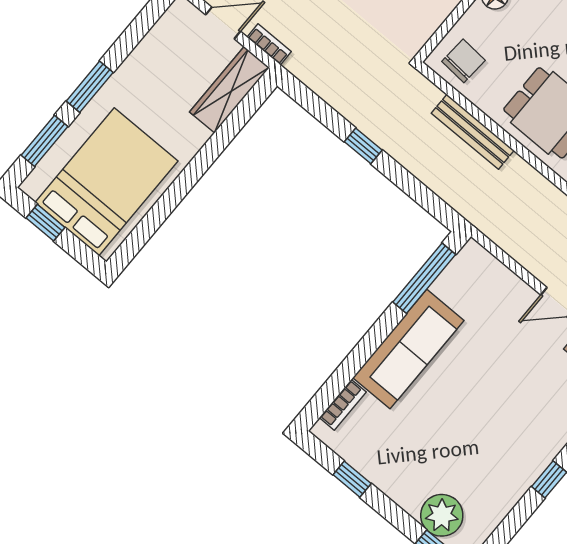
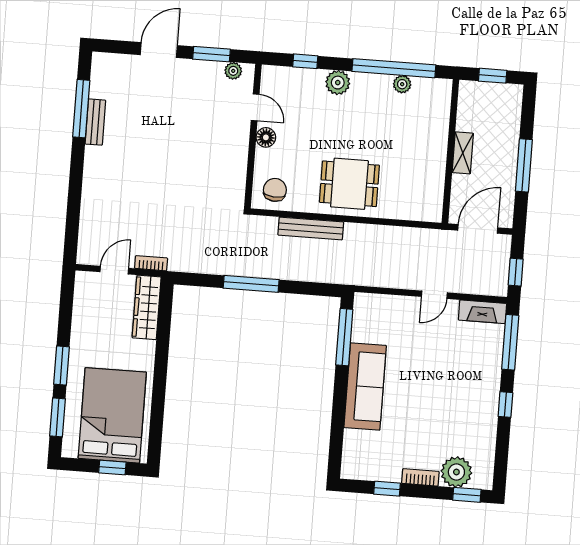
window: (363, 146) -> (251, 284), width x2.17
window: (46, 223) -> (112, 468), moved
bookcase: (343, 405) -> (420, 477), moved, turned -90

